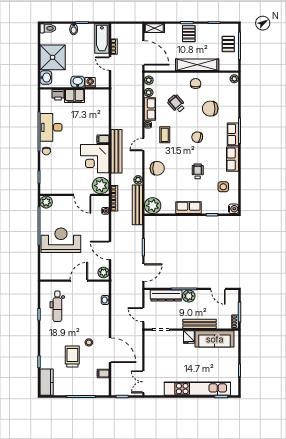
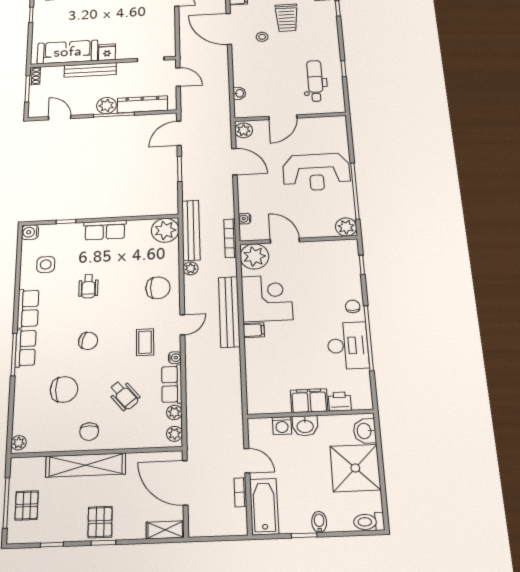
chair: (157, 168) -> (158, 288), turned 180

